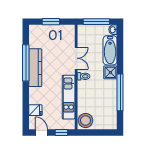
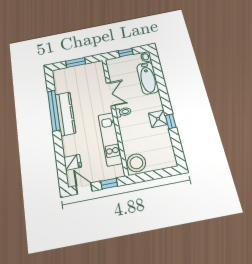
window: (96, 22) -> (126, 53), width x0.46
shower: (110, 72) -> (158, 119), moved
window: (120, 92) -> (171, 121), width x0.32

